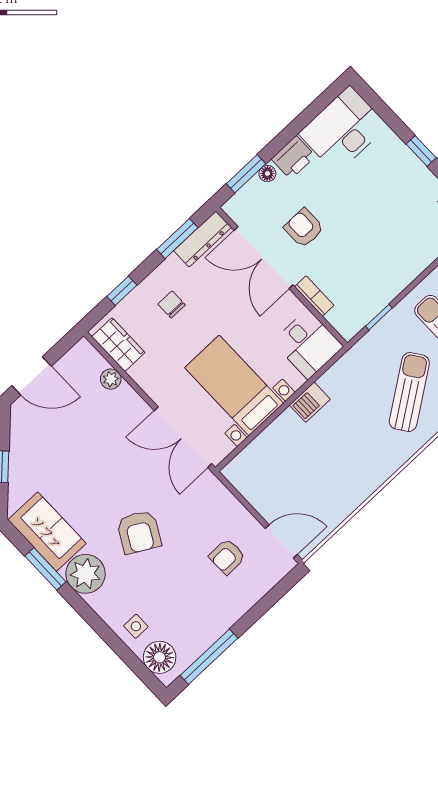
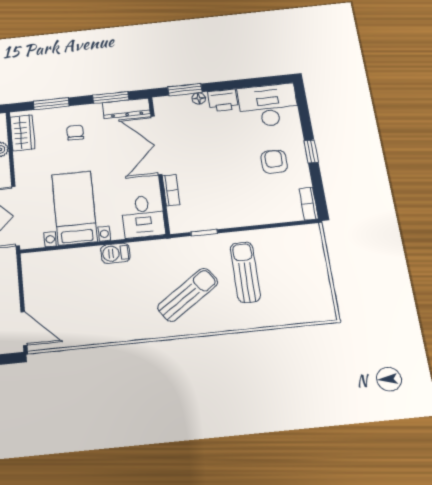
armchair: (304, 228) -> (274, 162), moved
window: (122, 291) -> (51, 104), width x1.50

